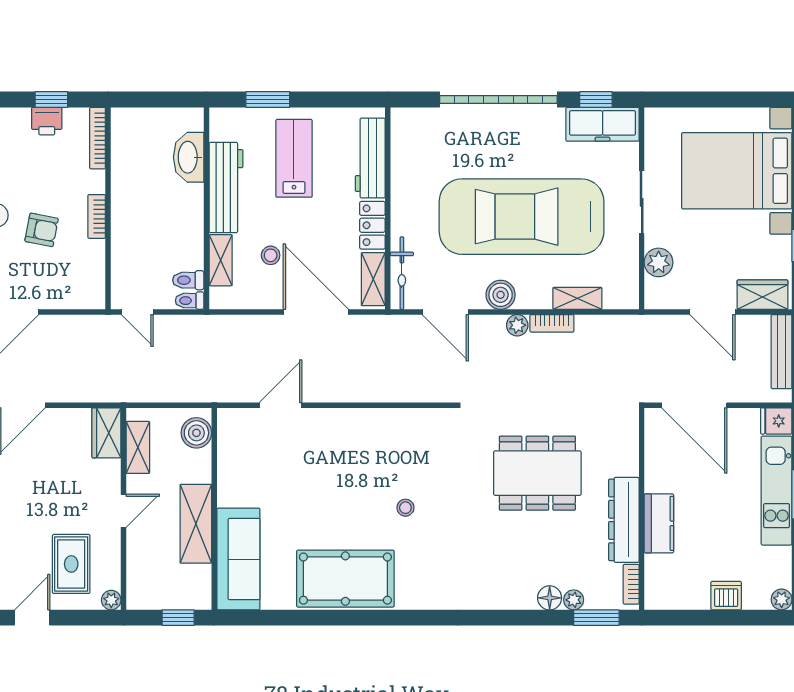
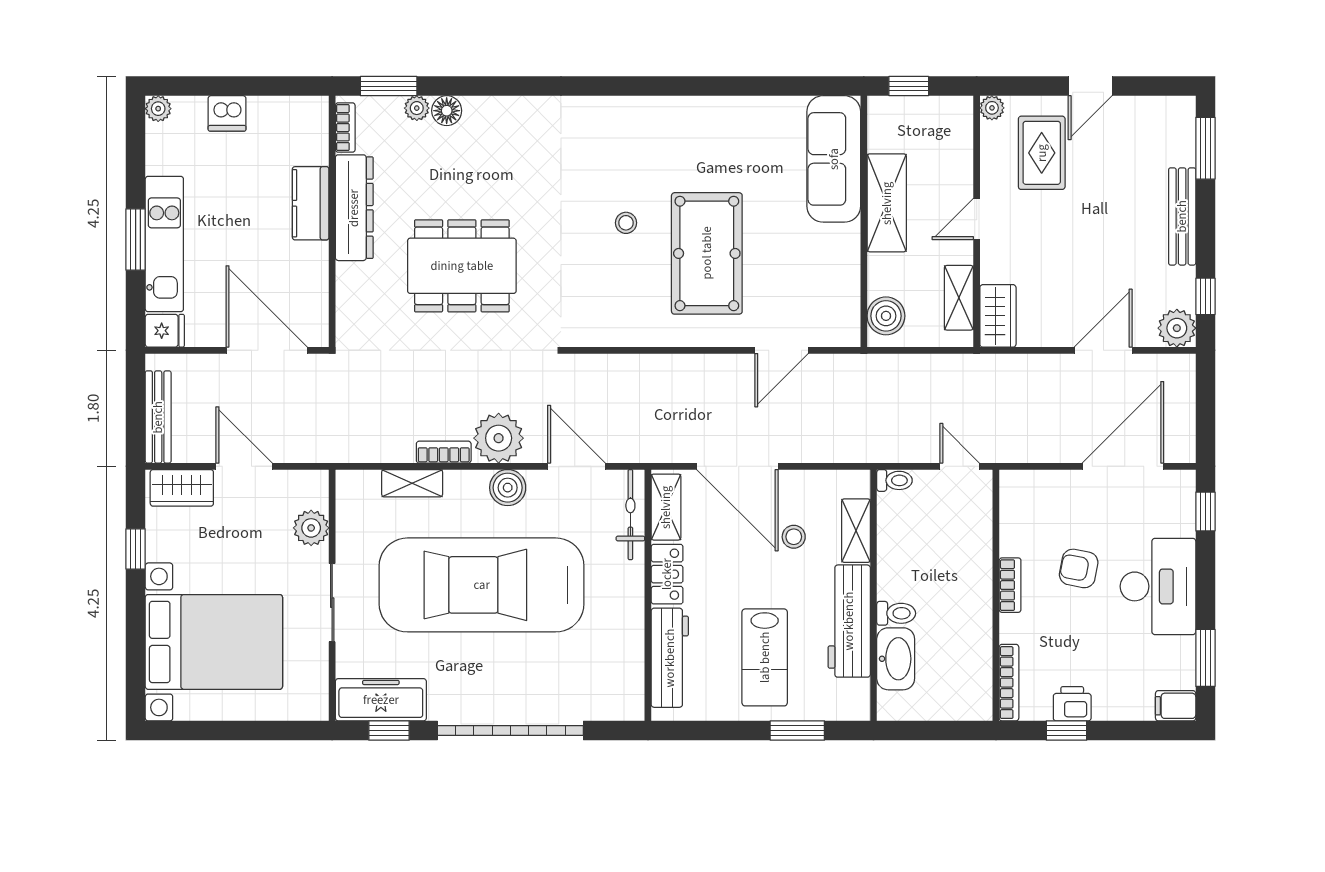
car: (522, 217) -> (482, 585), turned 180
toilet: (188, 280) -> (896, 613), moved
plant: (517, 325) -> (499, 438), width x1.87, depth x1.87
pool table: (345, 579) -> (707, 253), moved, turned 90

